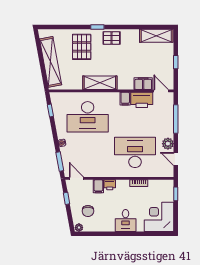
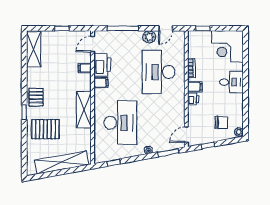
filing cabinet: (143, 84) -> (85, 68), width x0.50
filing cabinet: (98, 186) -> (195, 87), moved

